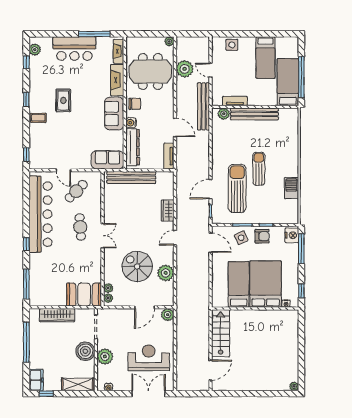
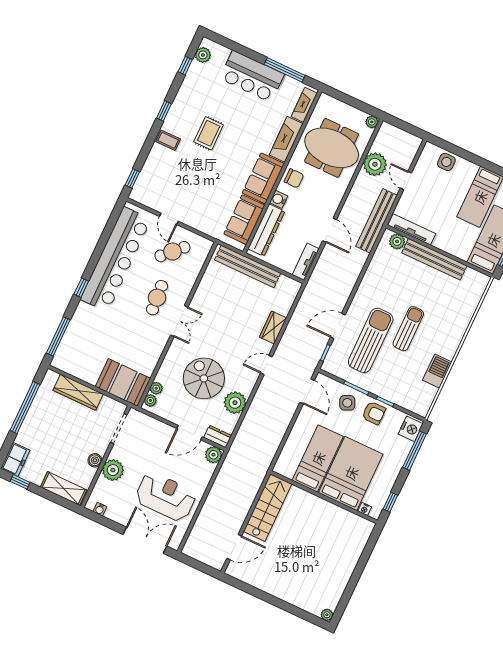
tv unit: (235, 101) -> (412, 229), width x1.41
sofa: (108, 160) -> (244, 220), moved, turned -90
dresser: (165, 301) -> (218, 436), added
boiler: (85, 351) -> (95, 460), width x0.54, depth x0.54

